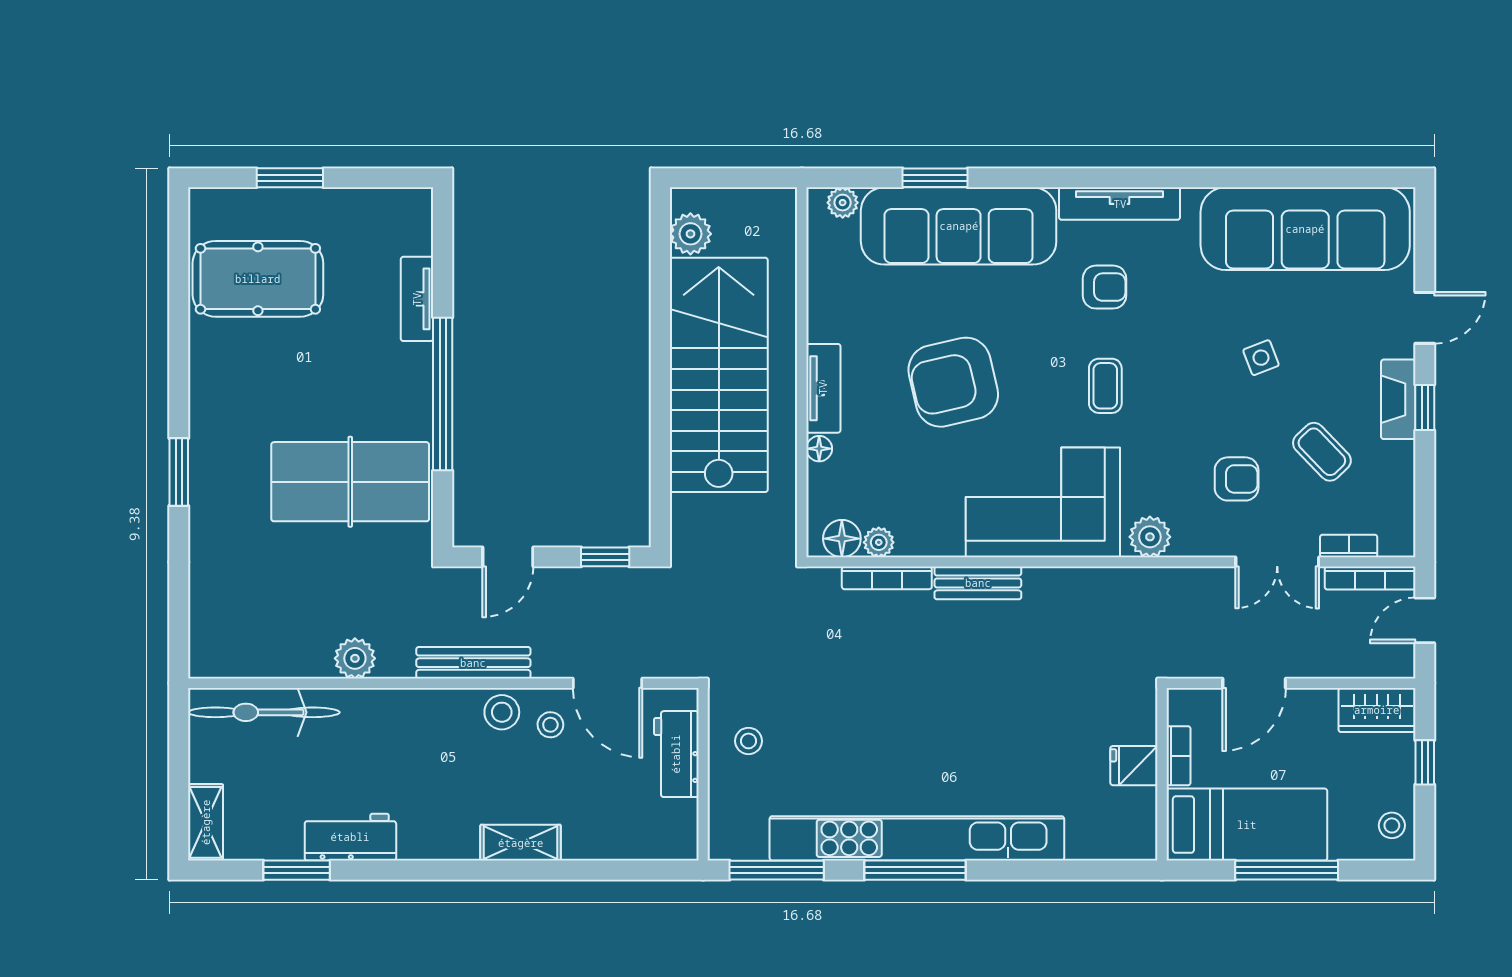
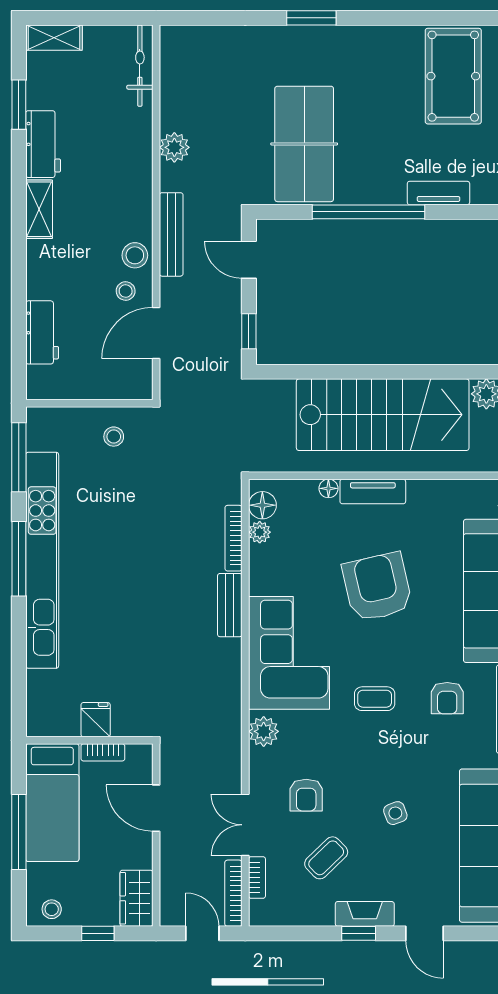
bicycle: (264, 712) -> (140, 66), width x0.73, depth x0.71
workbench: (676, 754) -> (42, 332), moved, turned 90
shelving: (521, 843) -> (39, 209), moved

